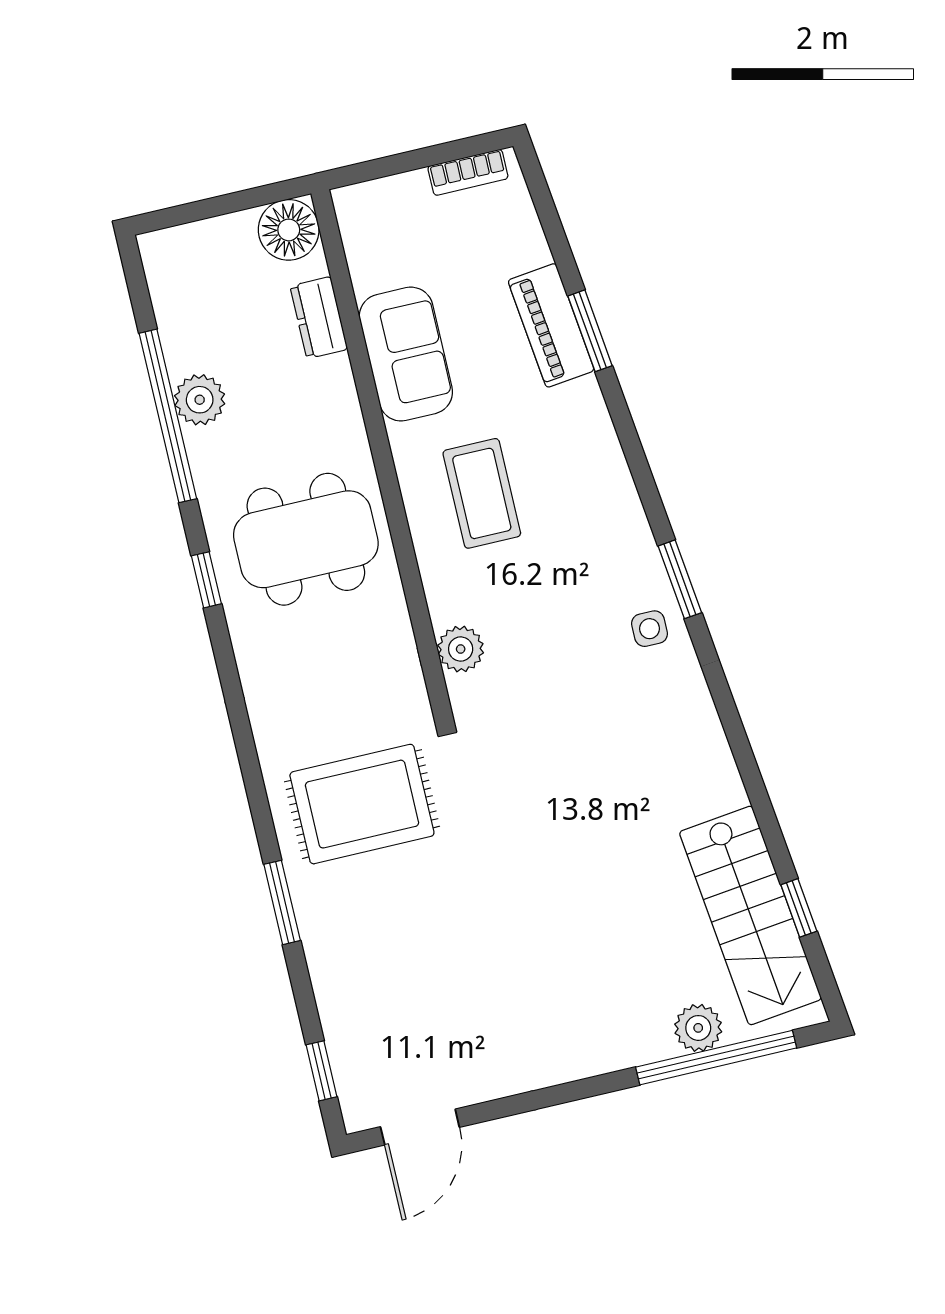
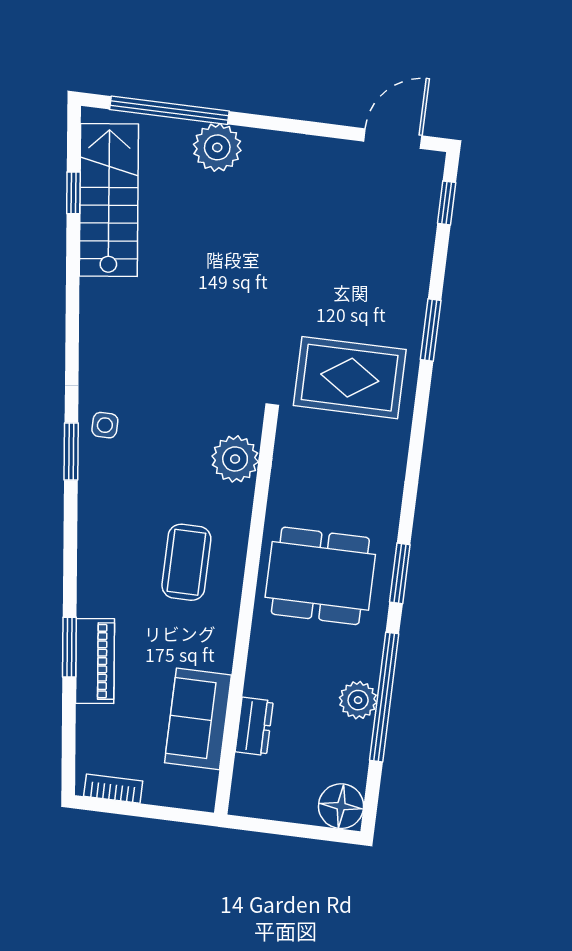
floor lamp: (289, 230) -> (341, 806), moved
sofa: (406, 354) -> (198, 719), moved
window: (206, 580) -> (400, 573), width x1.50
plant: (461, 649) -> (235, 459), width x1.36, depth x1.36
plant: (698, 1028) -> (217, 147), moved, width x1.36, depth x1.36

